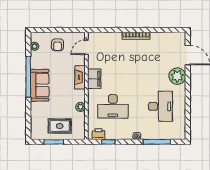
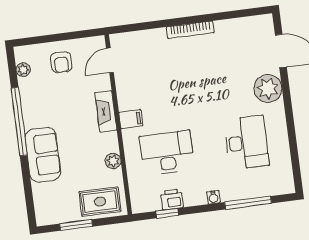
filing cabinet: (94, 79) -> (131, 119), width x0.50
sofa: (40, 85) -> (43, 155), moved
desk: (113, 106) -> (167, 153), turned 180
rug: (60, 126) -> (100, 202), moved
printer: (99, 134) -> (172, 199), moved

